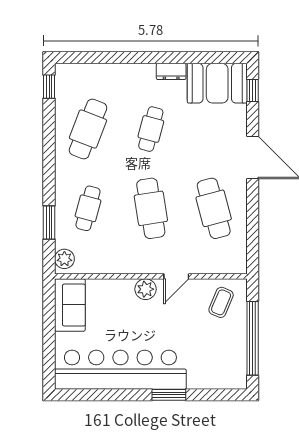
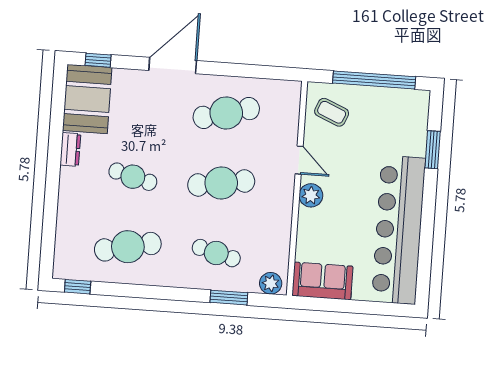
cafe table: (88, 129) -> (128, 247), turned -33
window: (169, 395) -> (433, 150), moved

